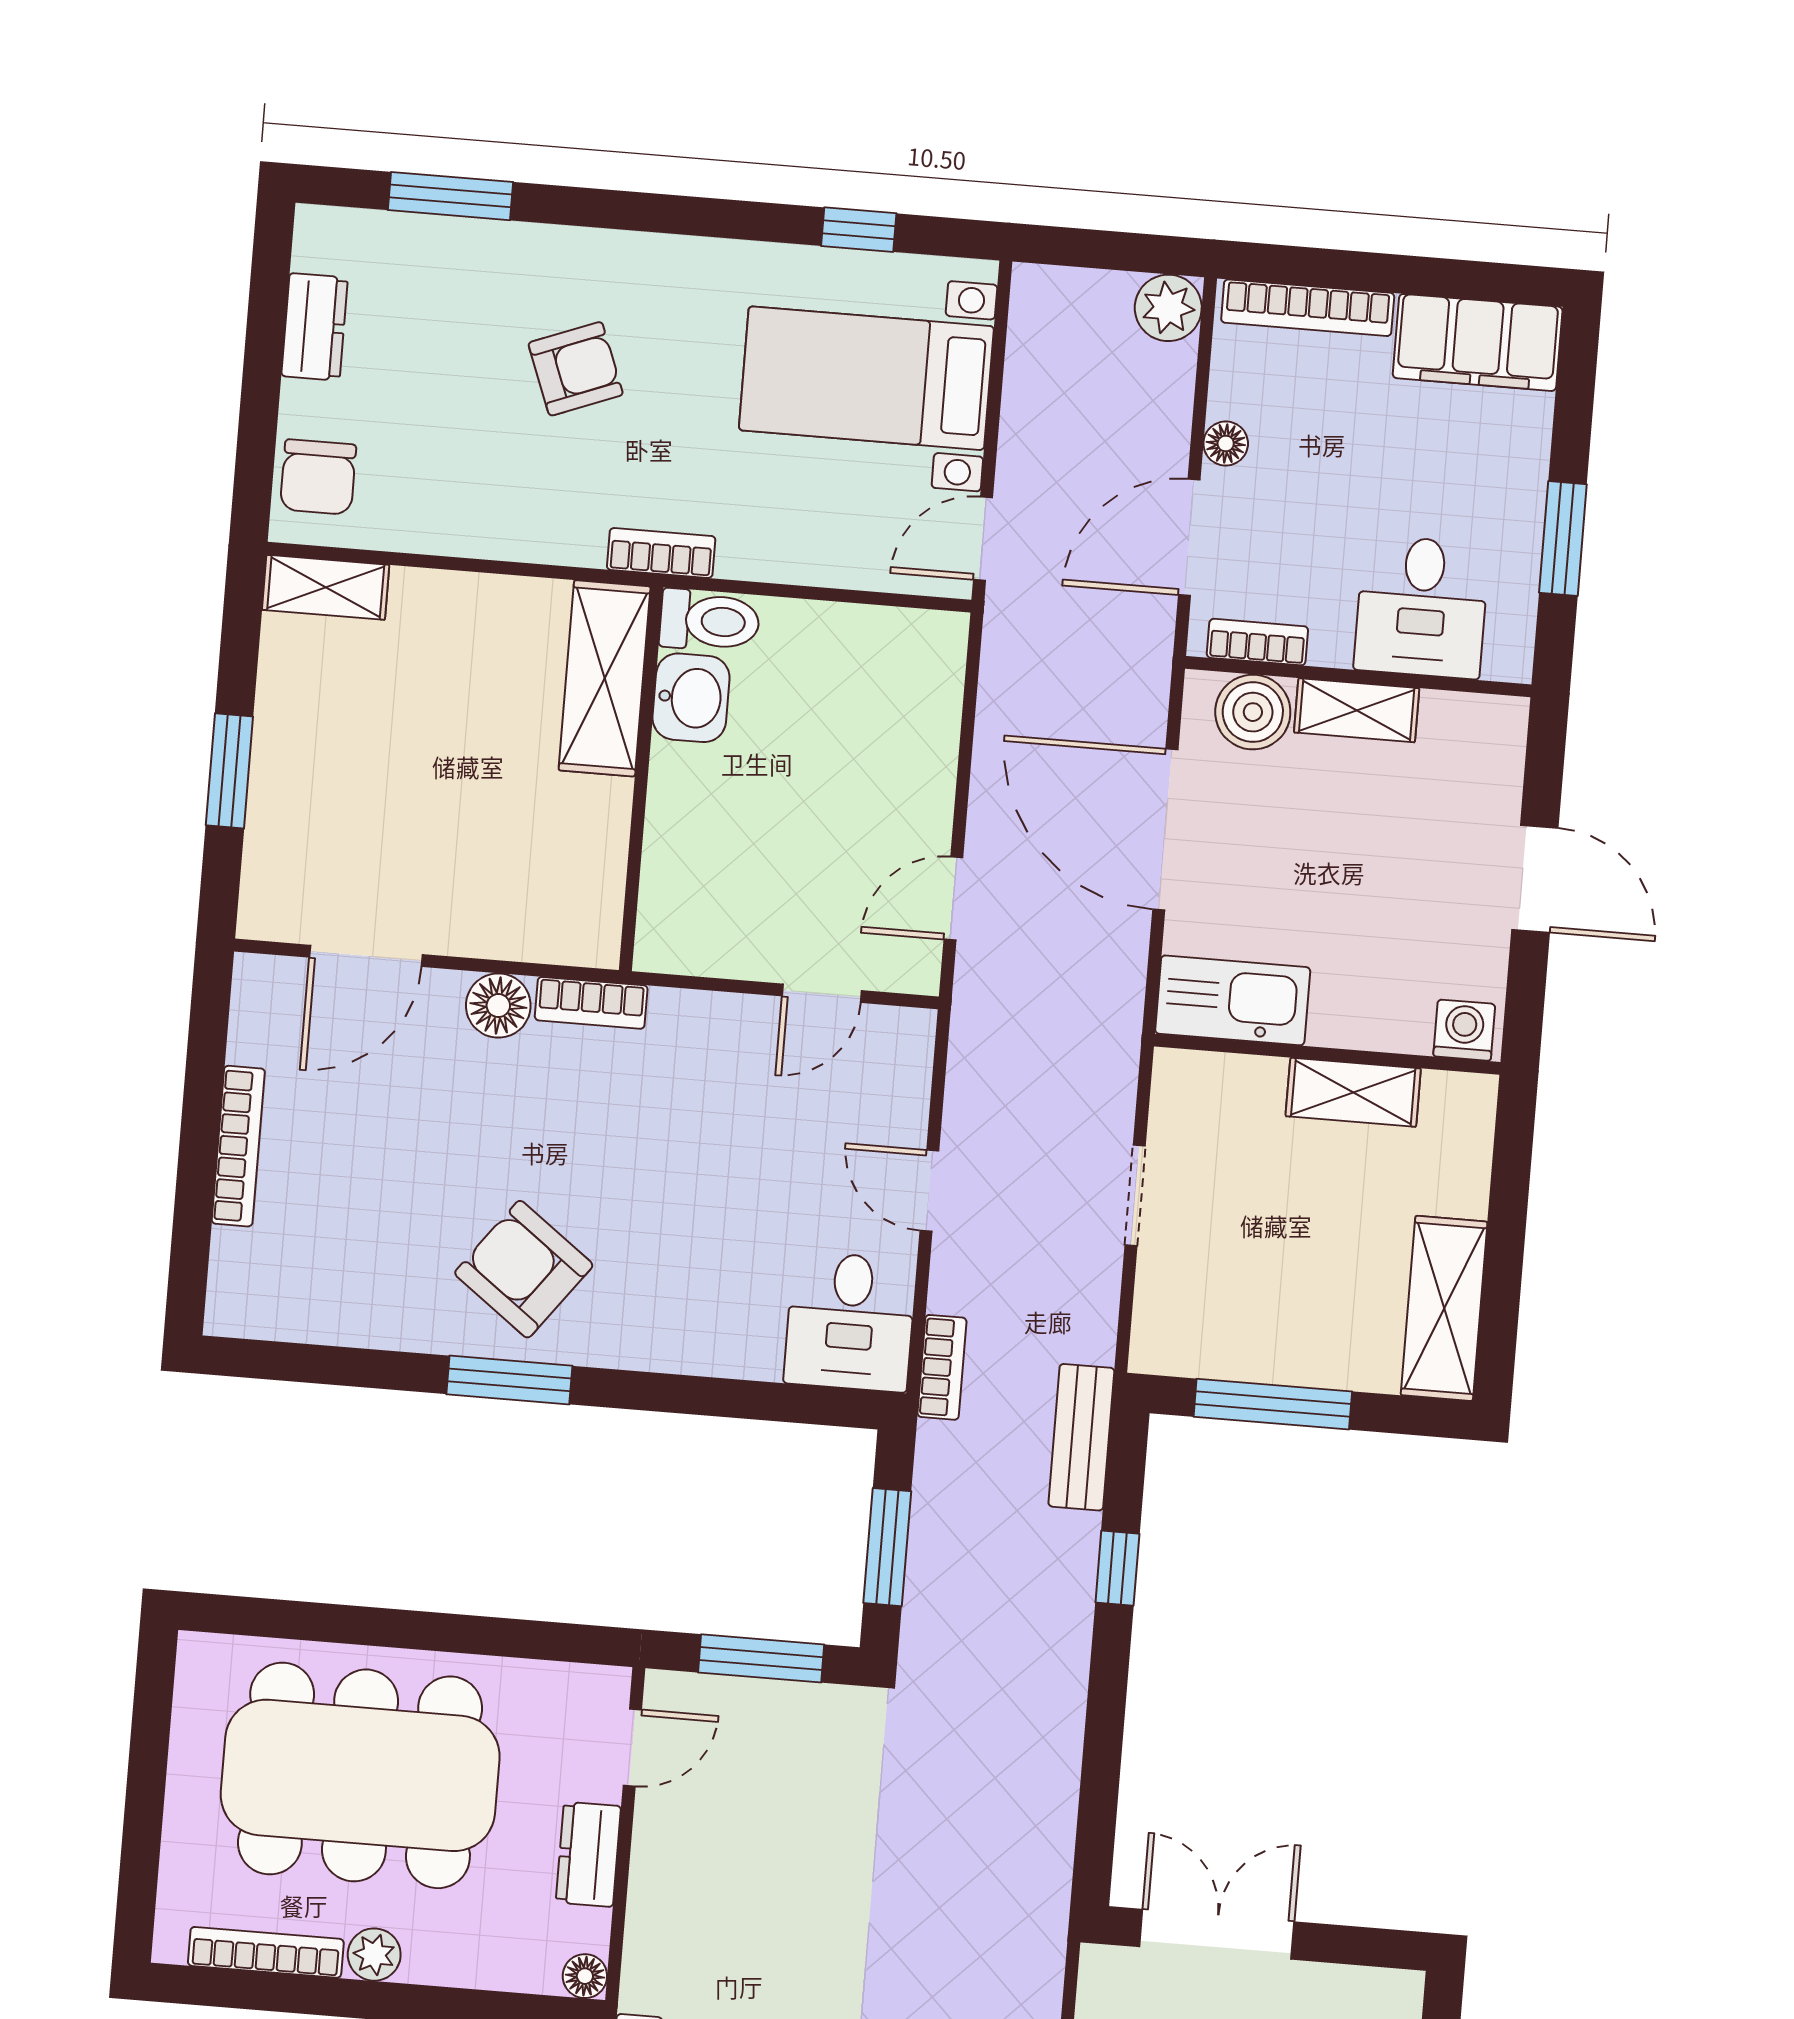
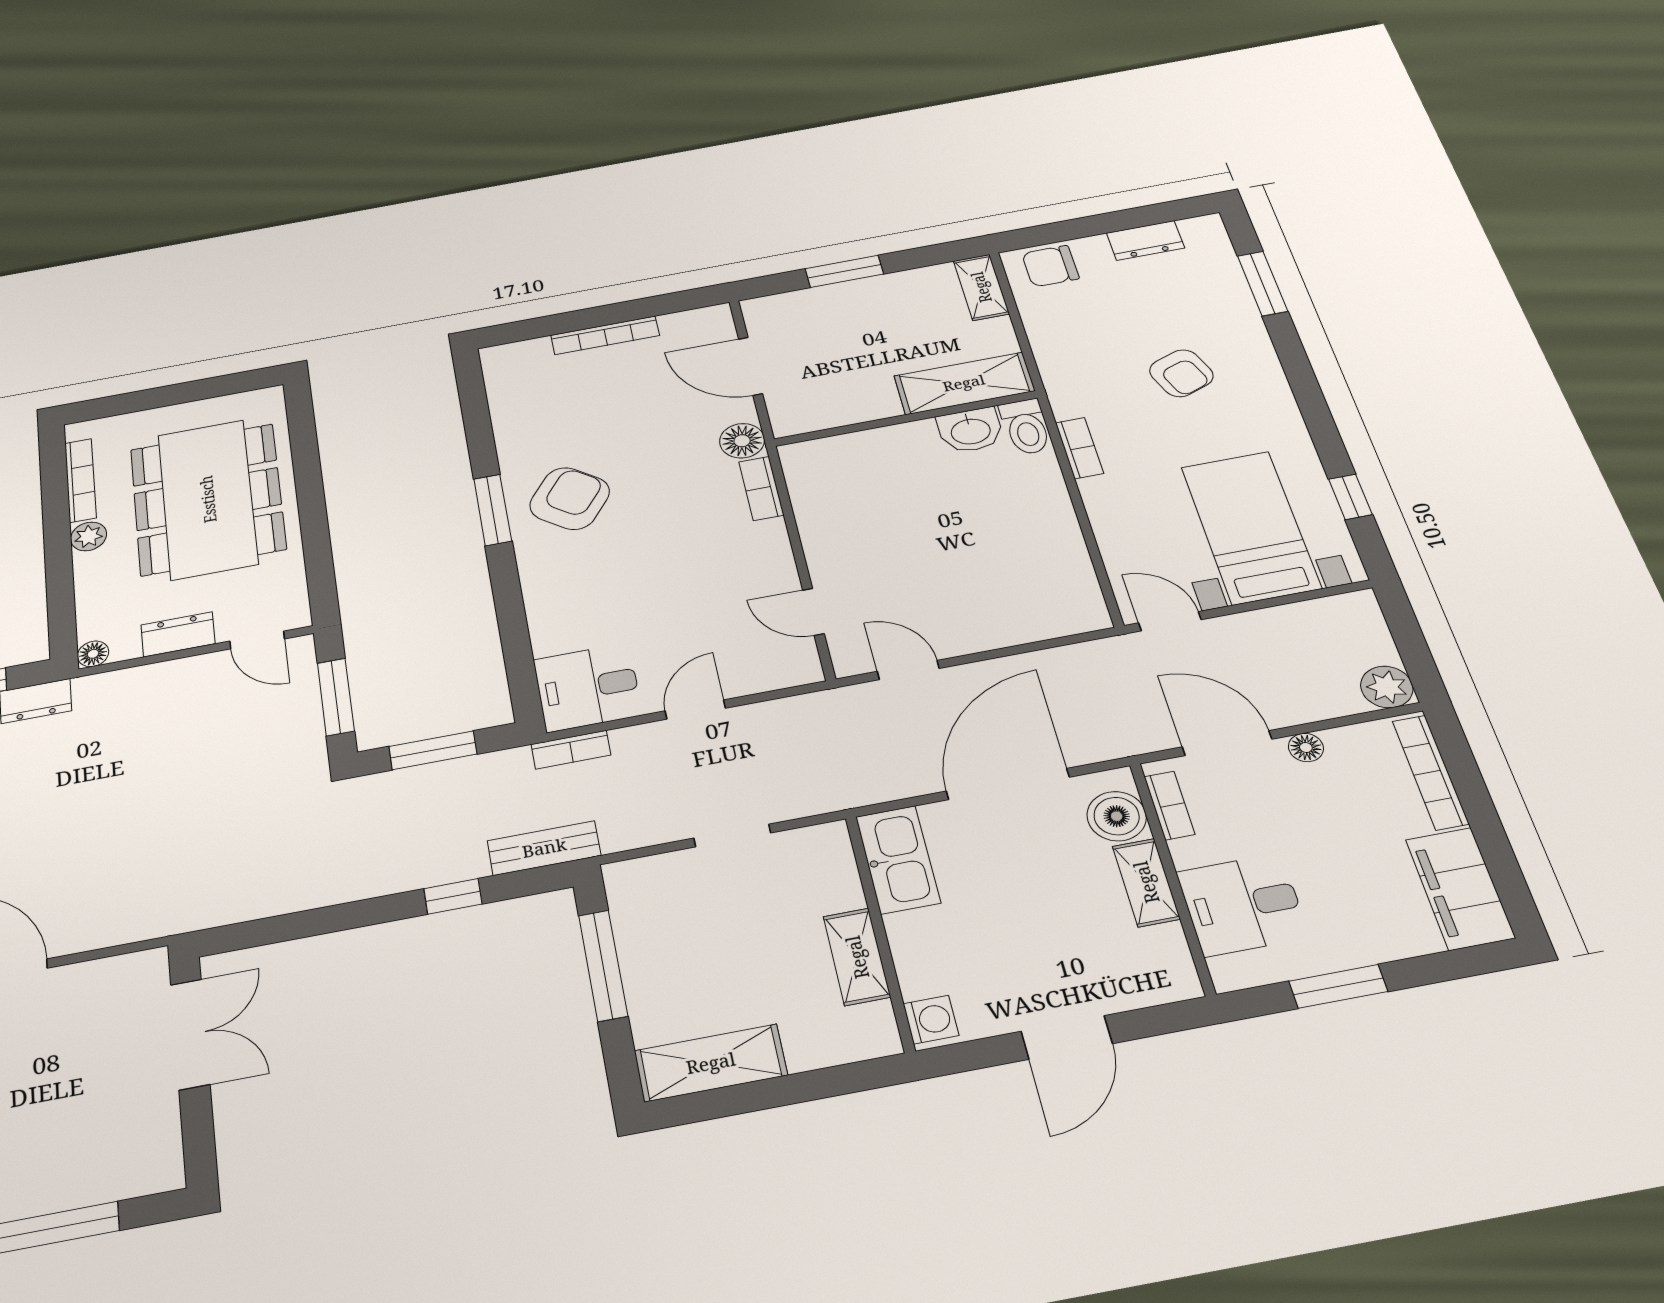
toilet: (710, 621) -> (1026, 427), moved
shelving: (605, 678) -> (964, 383), moved
washbasin: (691, 698) -> (970, 430), moved
wall: (641, 779) -> (906, 419), moved

